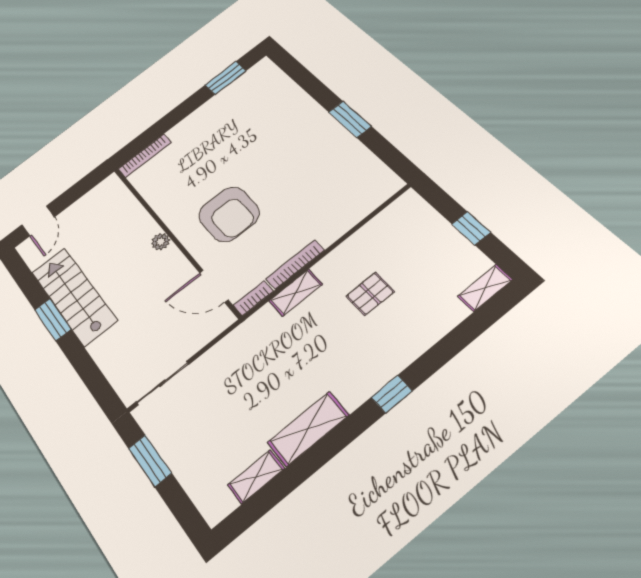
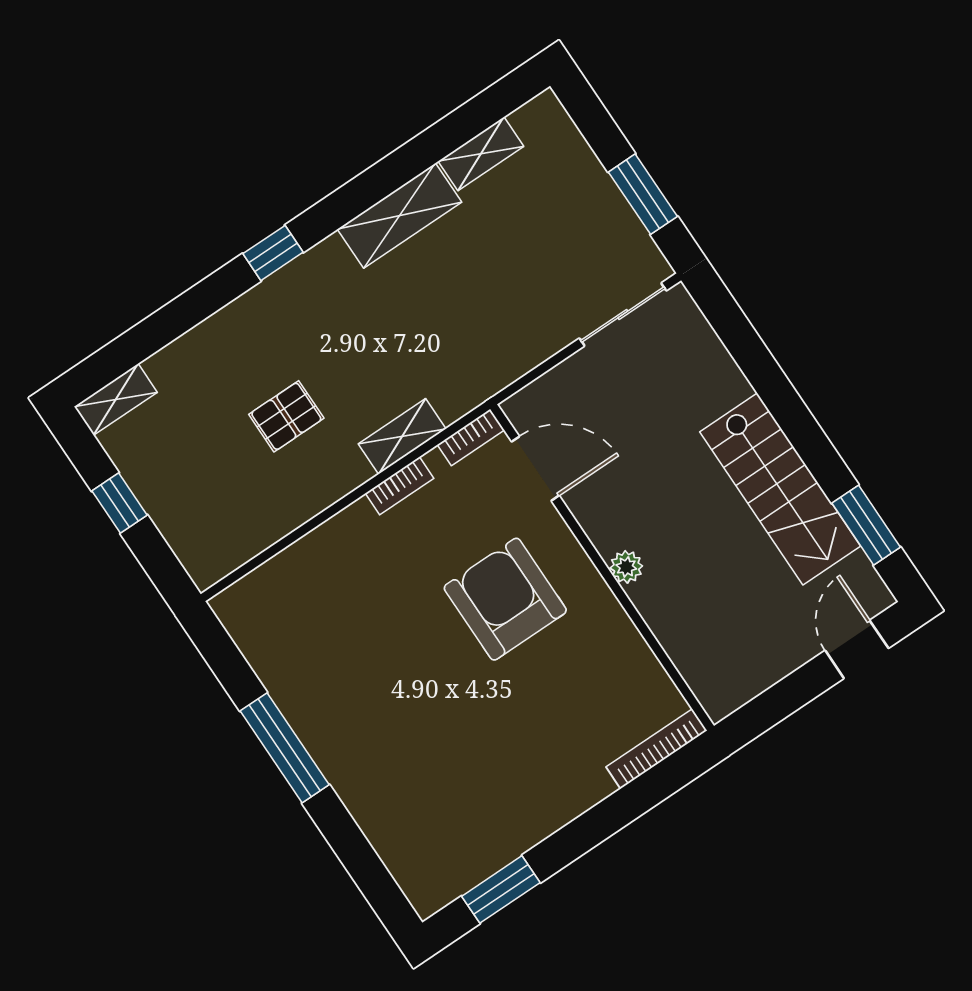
window: (350, 119) -> (285, 748), width x1.44
bookcase: (295, 265) -> (399, 486), width x0.64
window: (53, 320) -> (866, 525), moved

